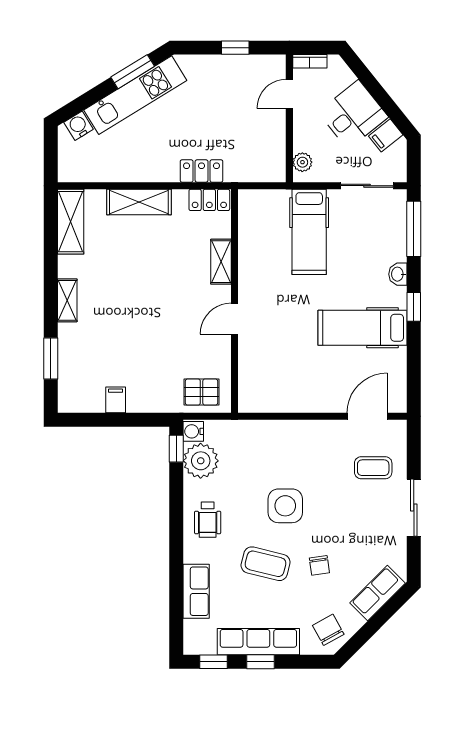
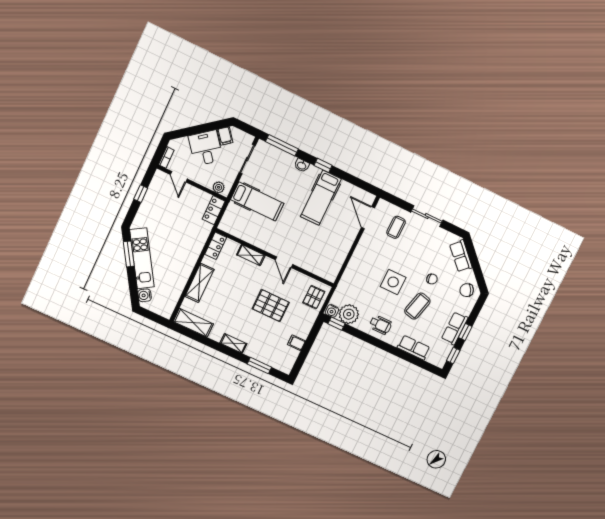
locker: (202, 171) -> (214, 210), moved
pallet: (156, 331) -> (271, 306), added
row of seats: (258, 642) -> (455, 328), width x0.68

